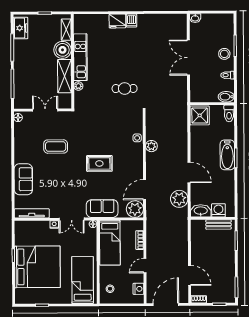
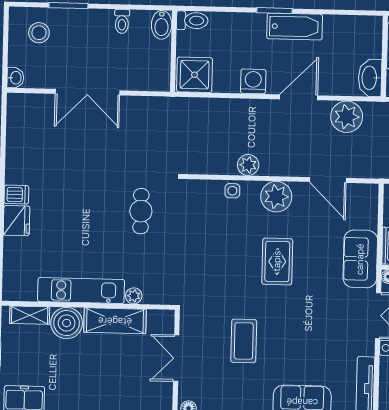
stool: (224, 54) -> (39, 33), moved
bathtub: (227, 155) -> (295, 27), moved
plant: (135, 209) -> (276, 197), moved
washing machine: (218, 210) -> (253, 81), moved, turned 90

